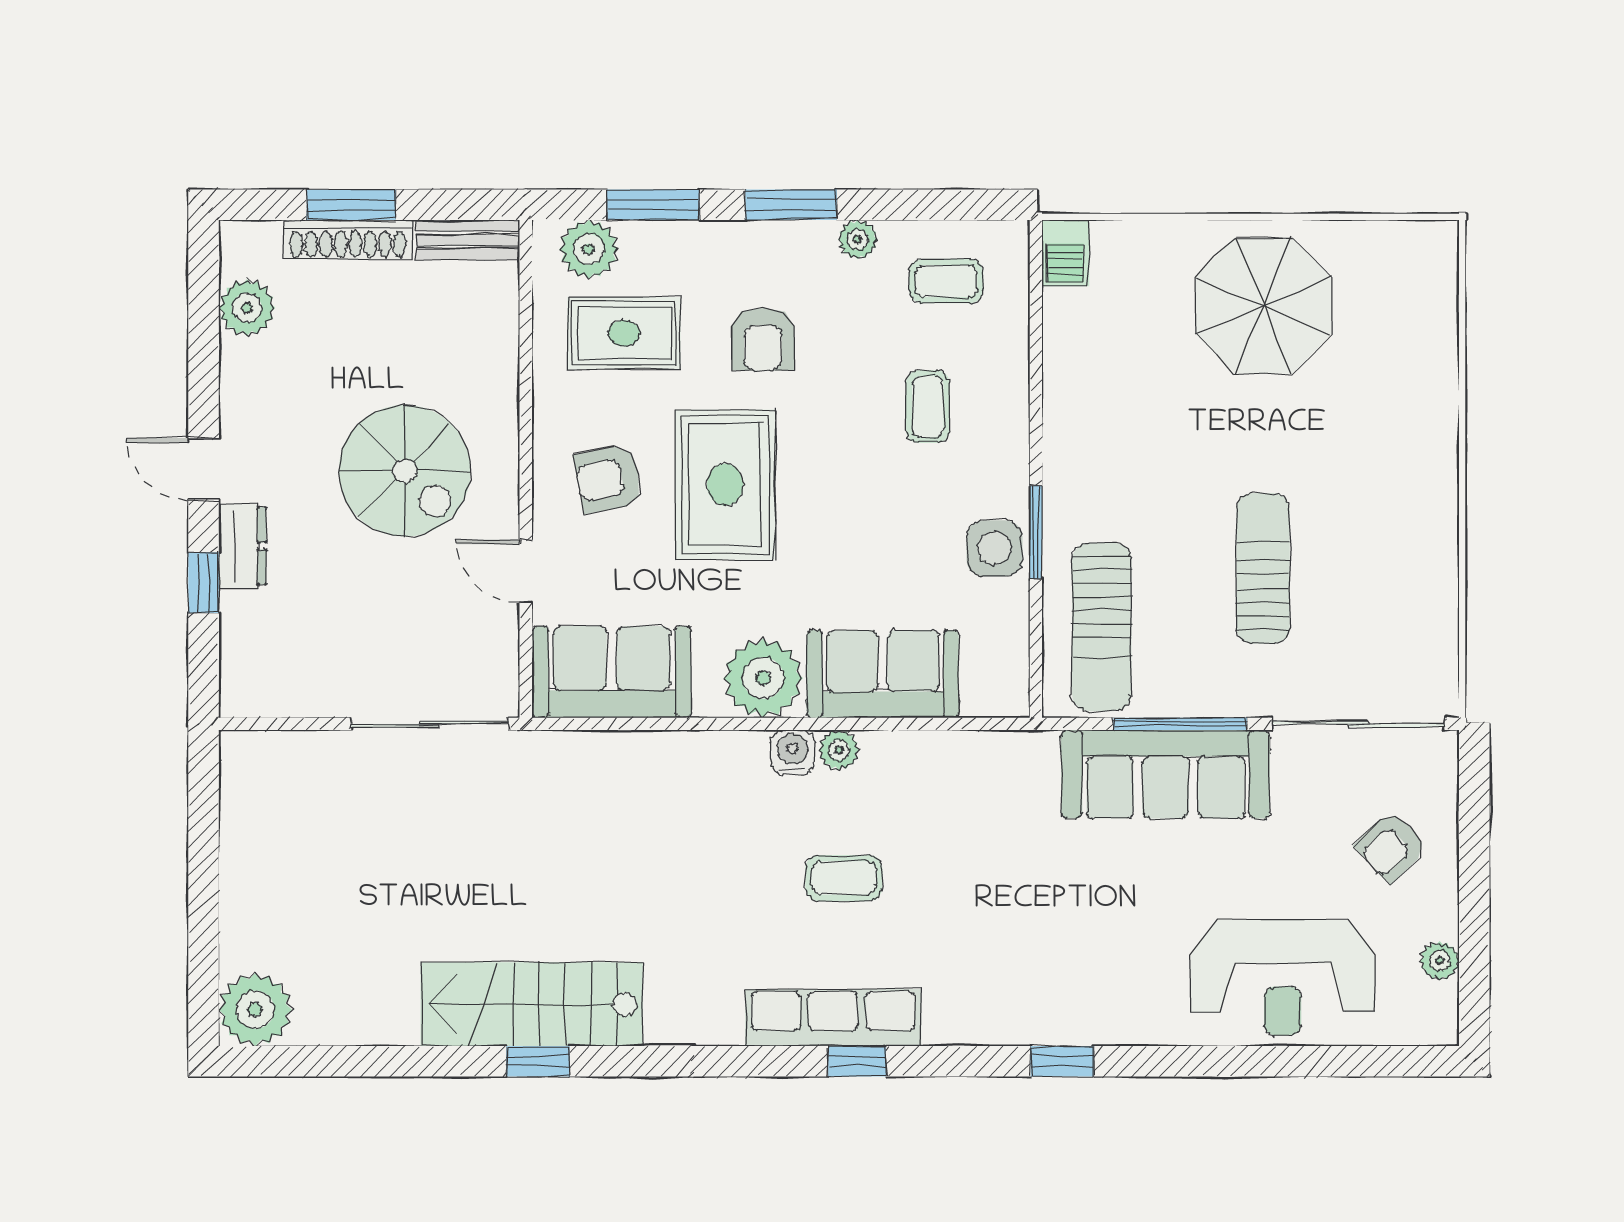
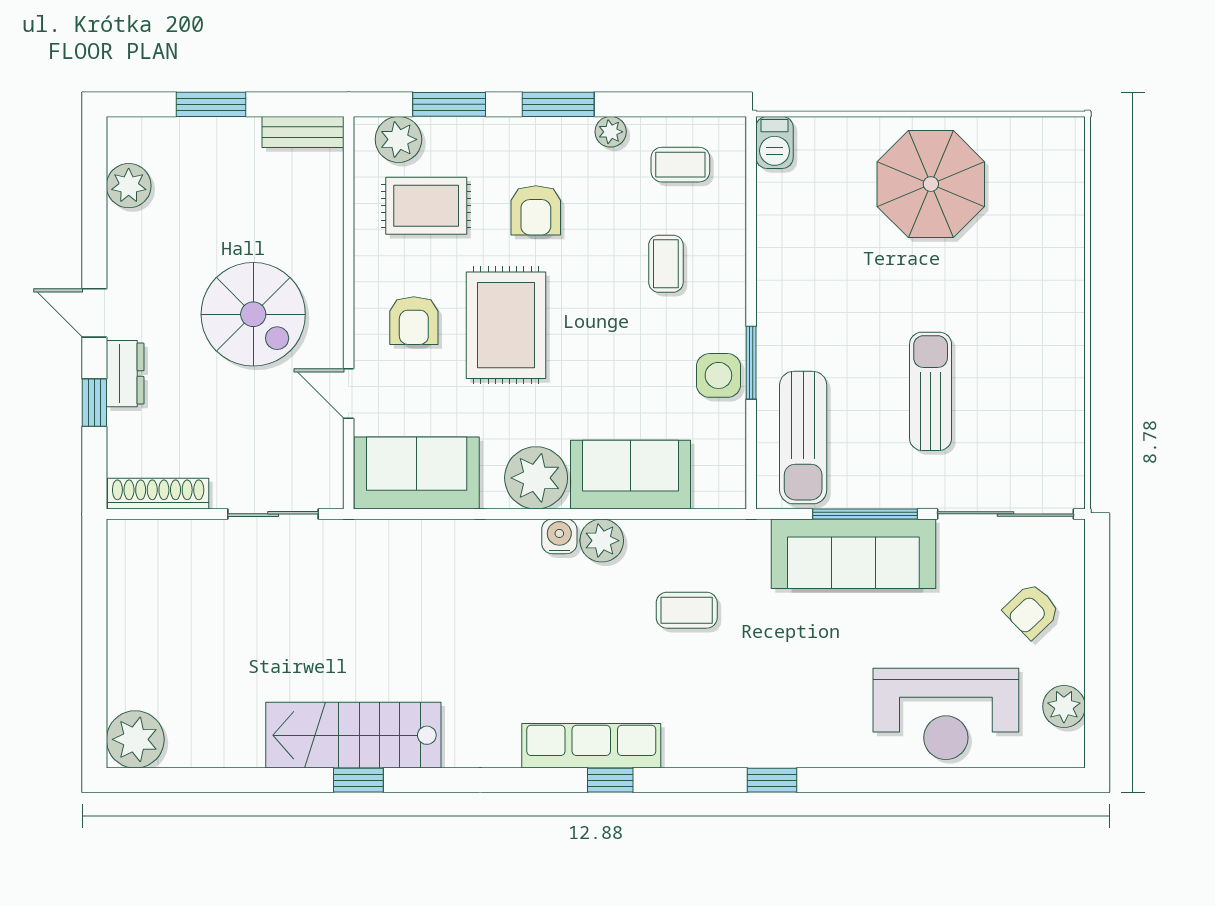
shoe rack: (348, 240) -> (158, 494), moved, turned 180
armchair: (608, 479) -> (414, 321), turned -79
sliding door: (430, 724) -> (273, 514), width x0.73
plant: (839, 750) -> (602, 541), width x1.38, depth x1.38
coffee table: (844, 878) -> (687, 610), moved
plant: (1440, 961) -> (1064, 707), width x1.38, depth x1.38

